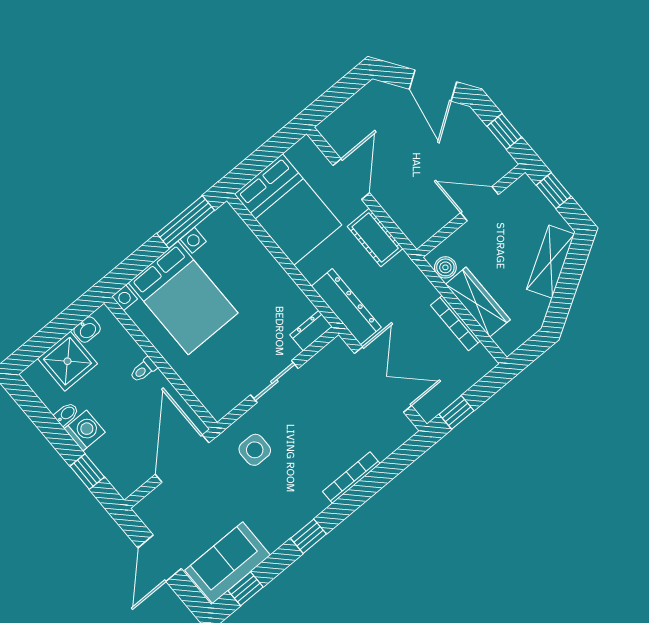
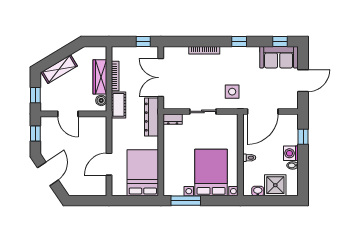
cot: (375, 238) -> (118, 105), moved

